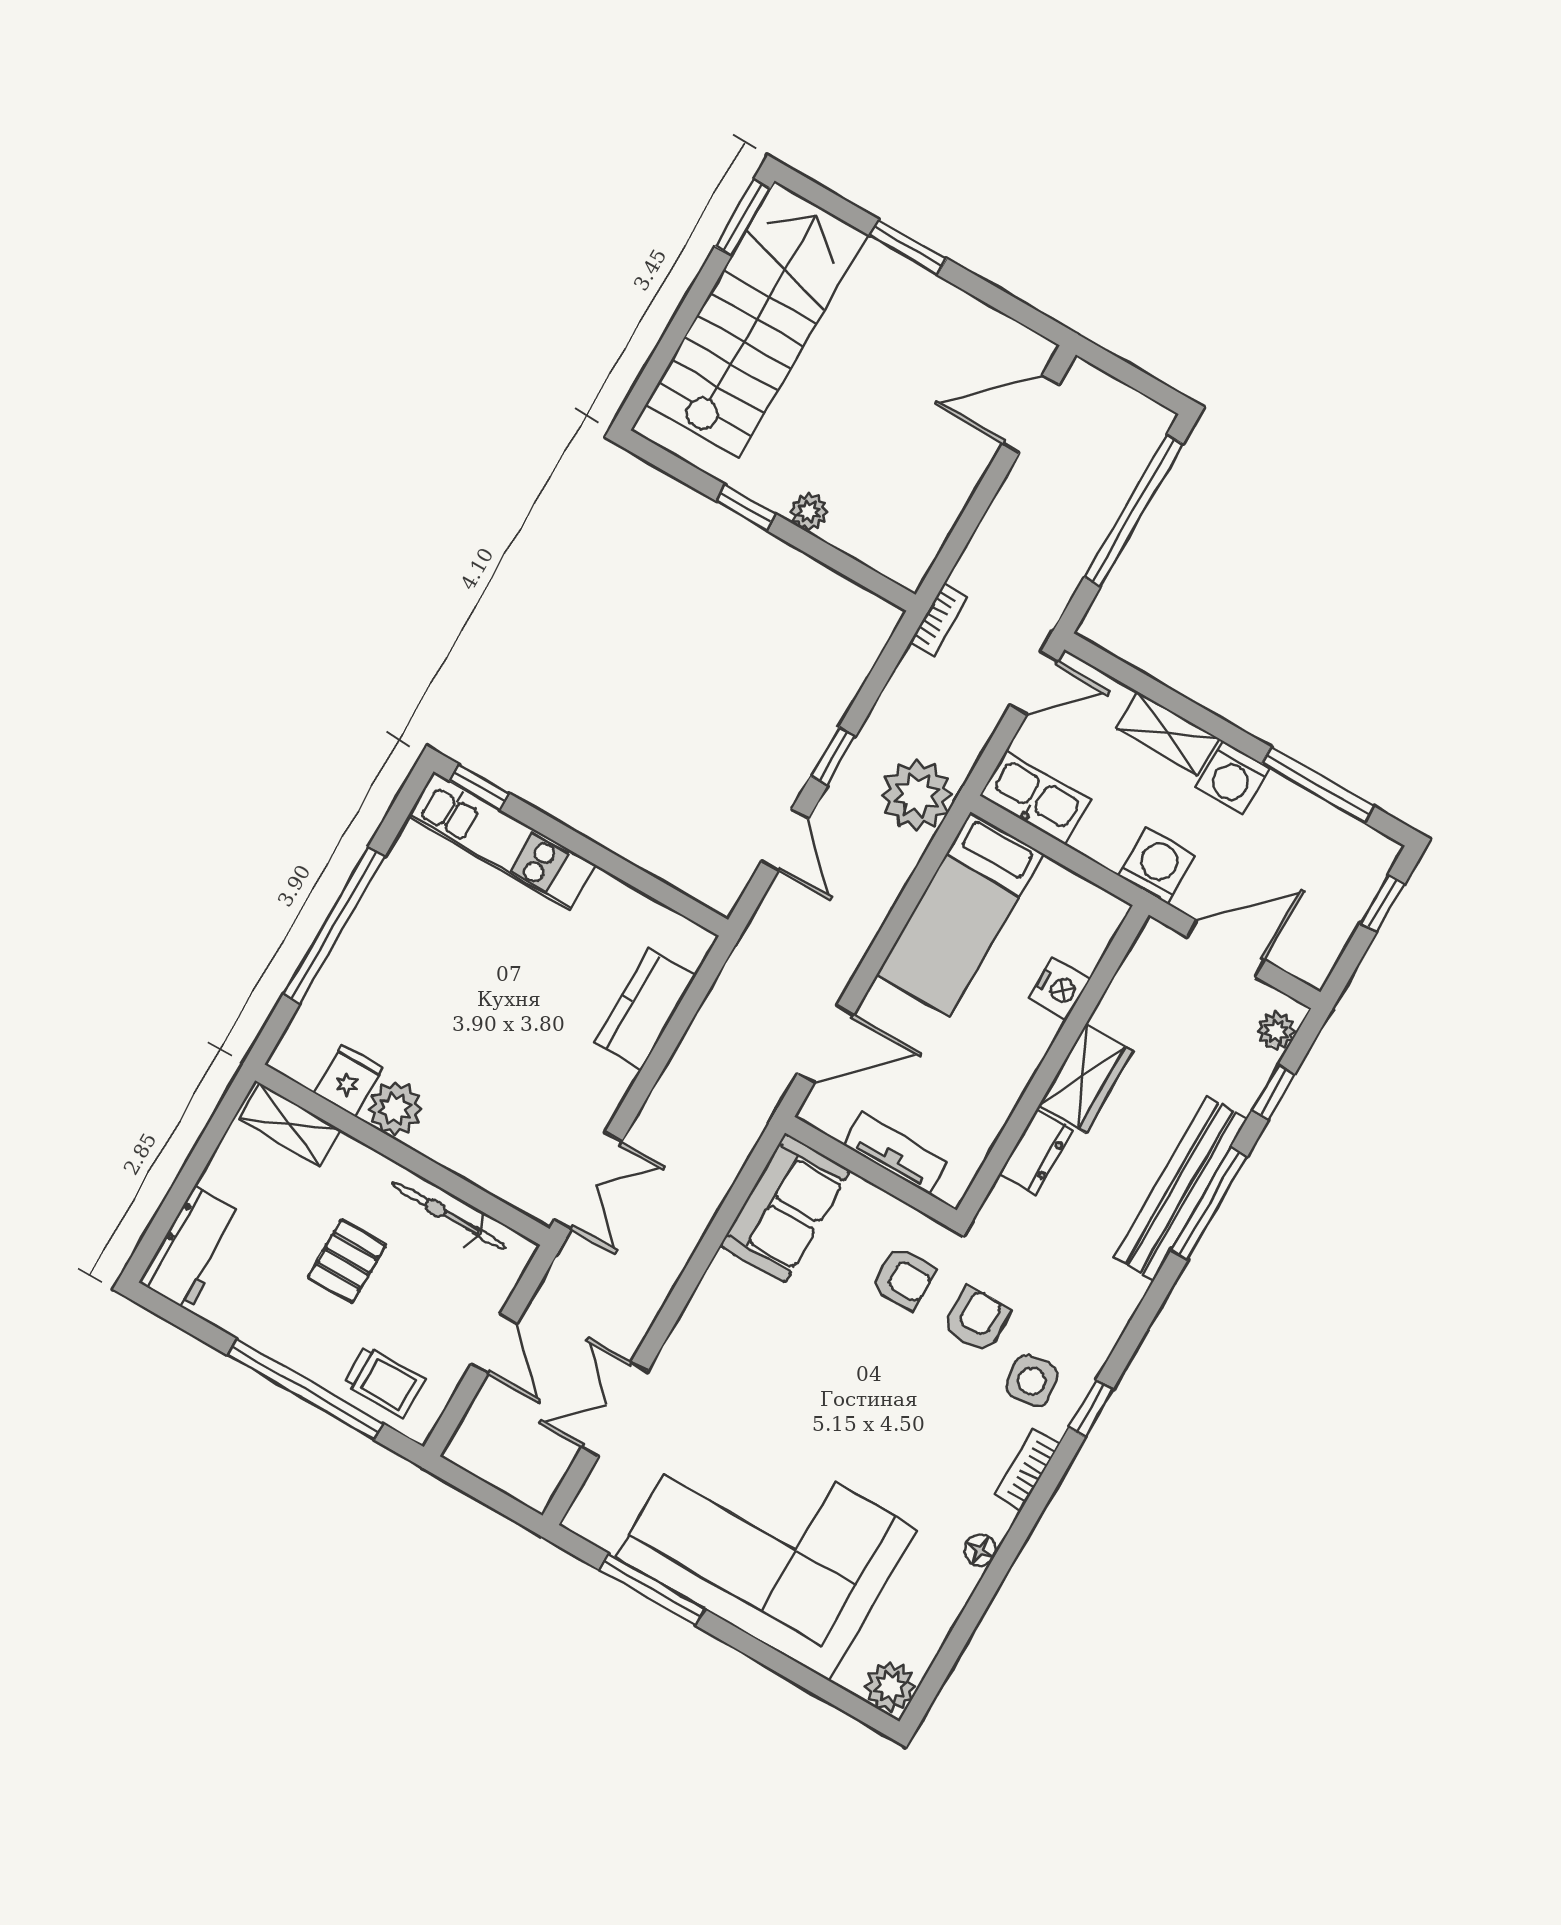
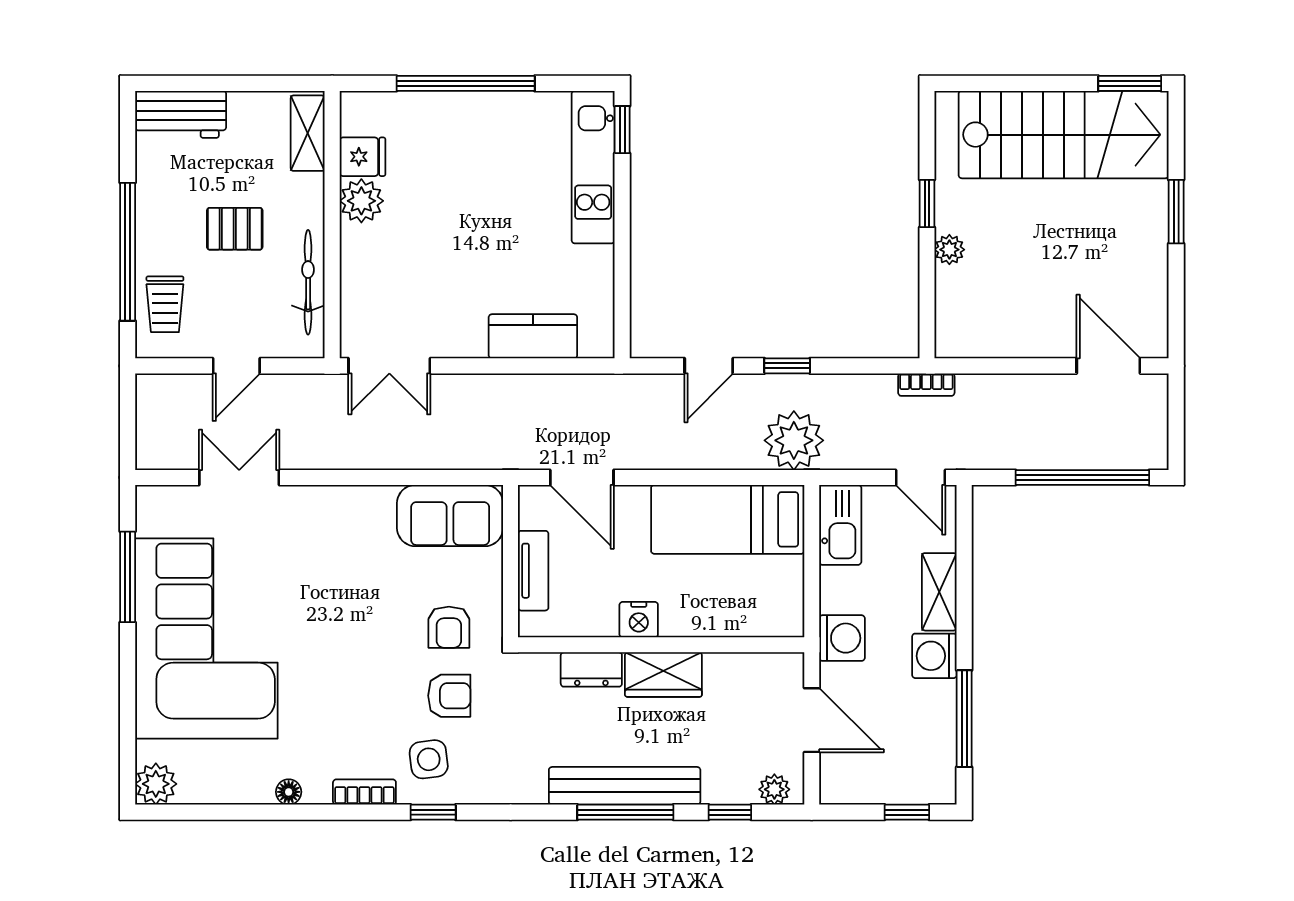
nightstand: (1060, 989) -> (639, 620), moved

